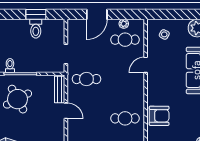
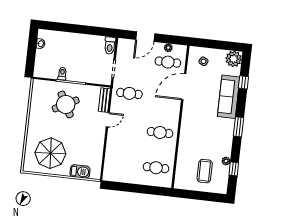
window: (36, 14) -> (91, 30), removed
toilet: (36, 29) -> (110, 46), moved
door: (146, 65) -> (184, 87), width x1.88
door: (66, 111) -> (108, 120), hinge flipped
armchair: (159, 116) -> (191, 134), removed

